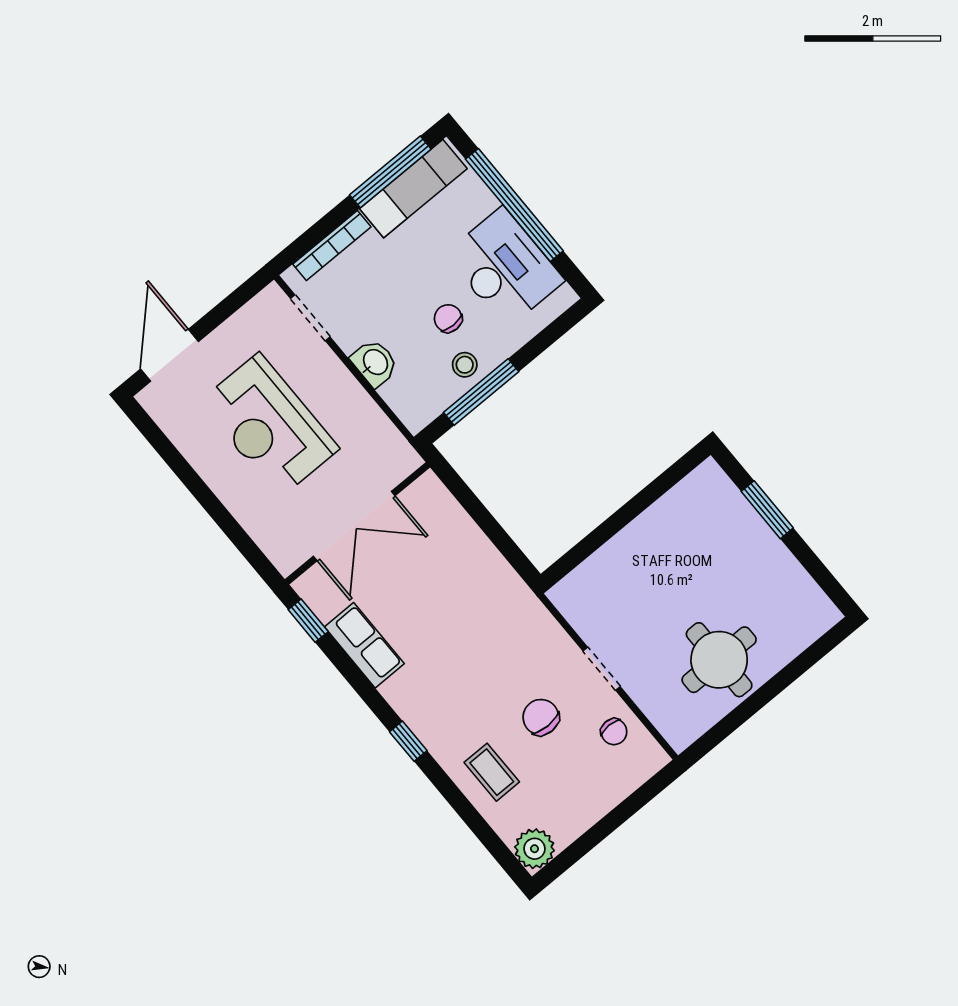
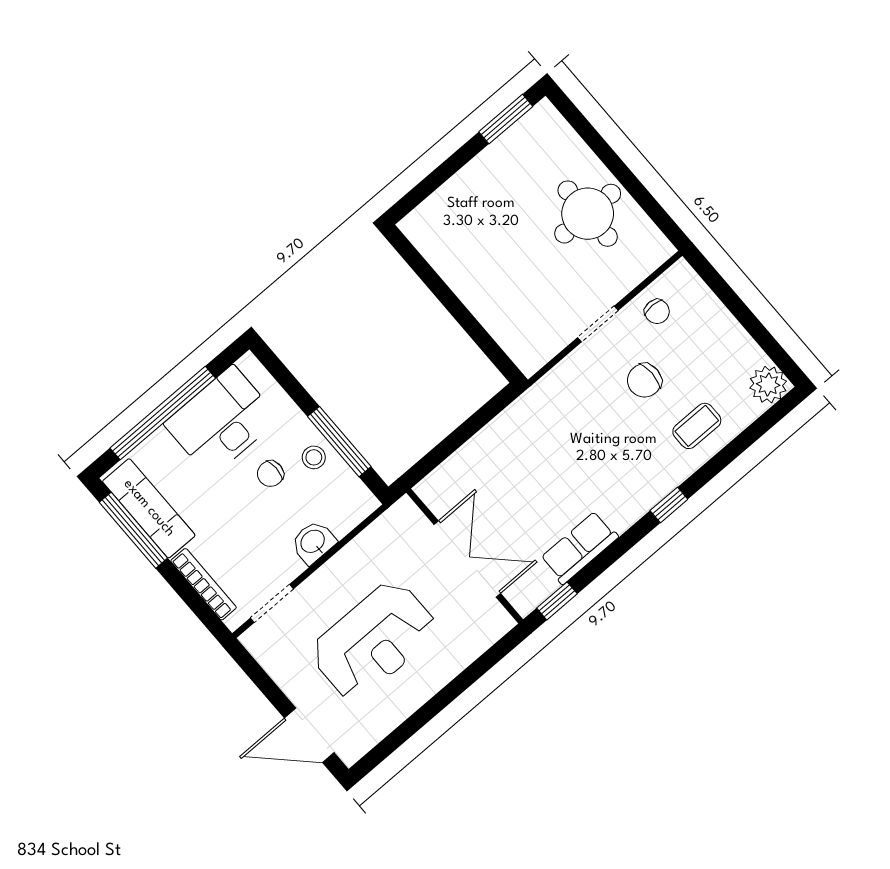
window: (767, 510) -> (506, 119), moved
chair: (614, 732) -> (657, 312), turned 90

